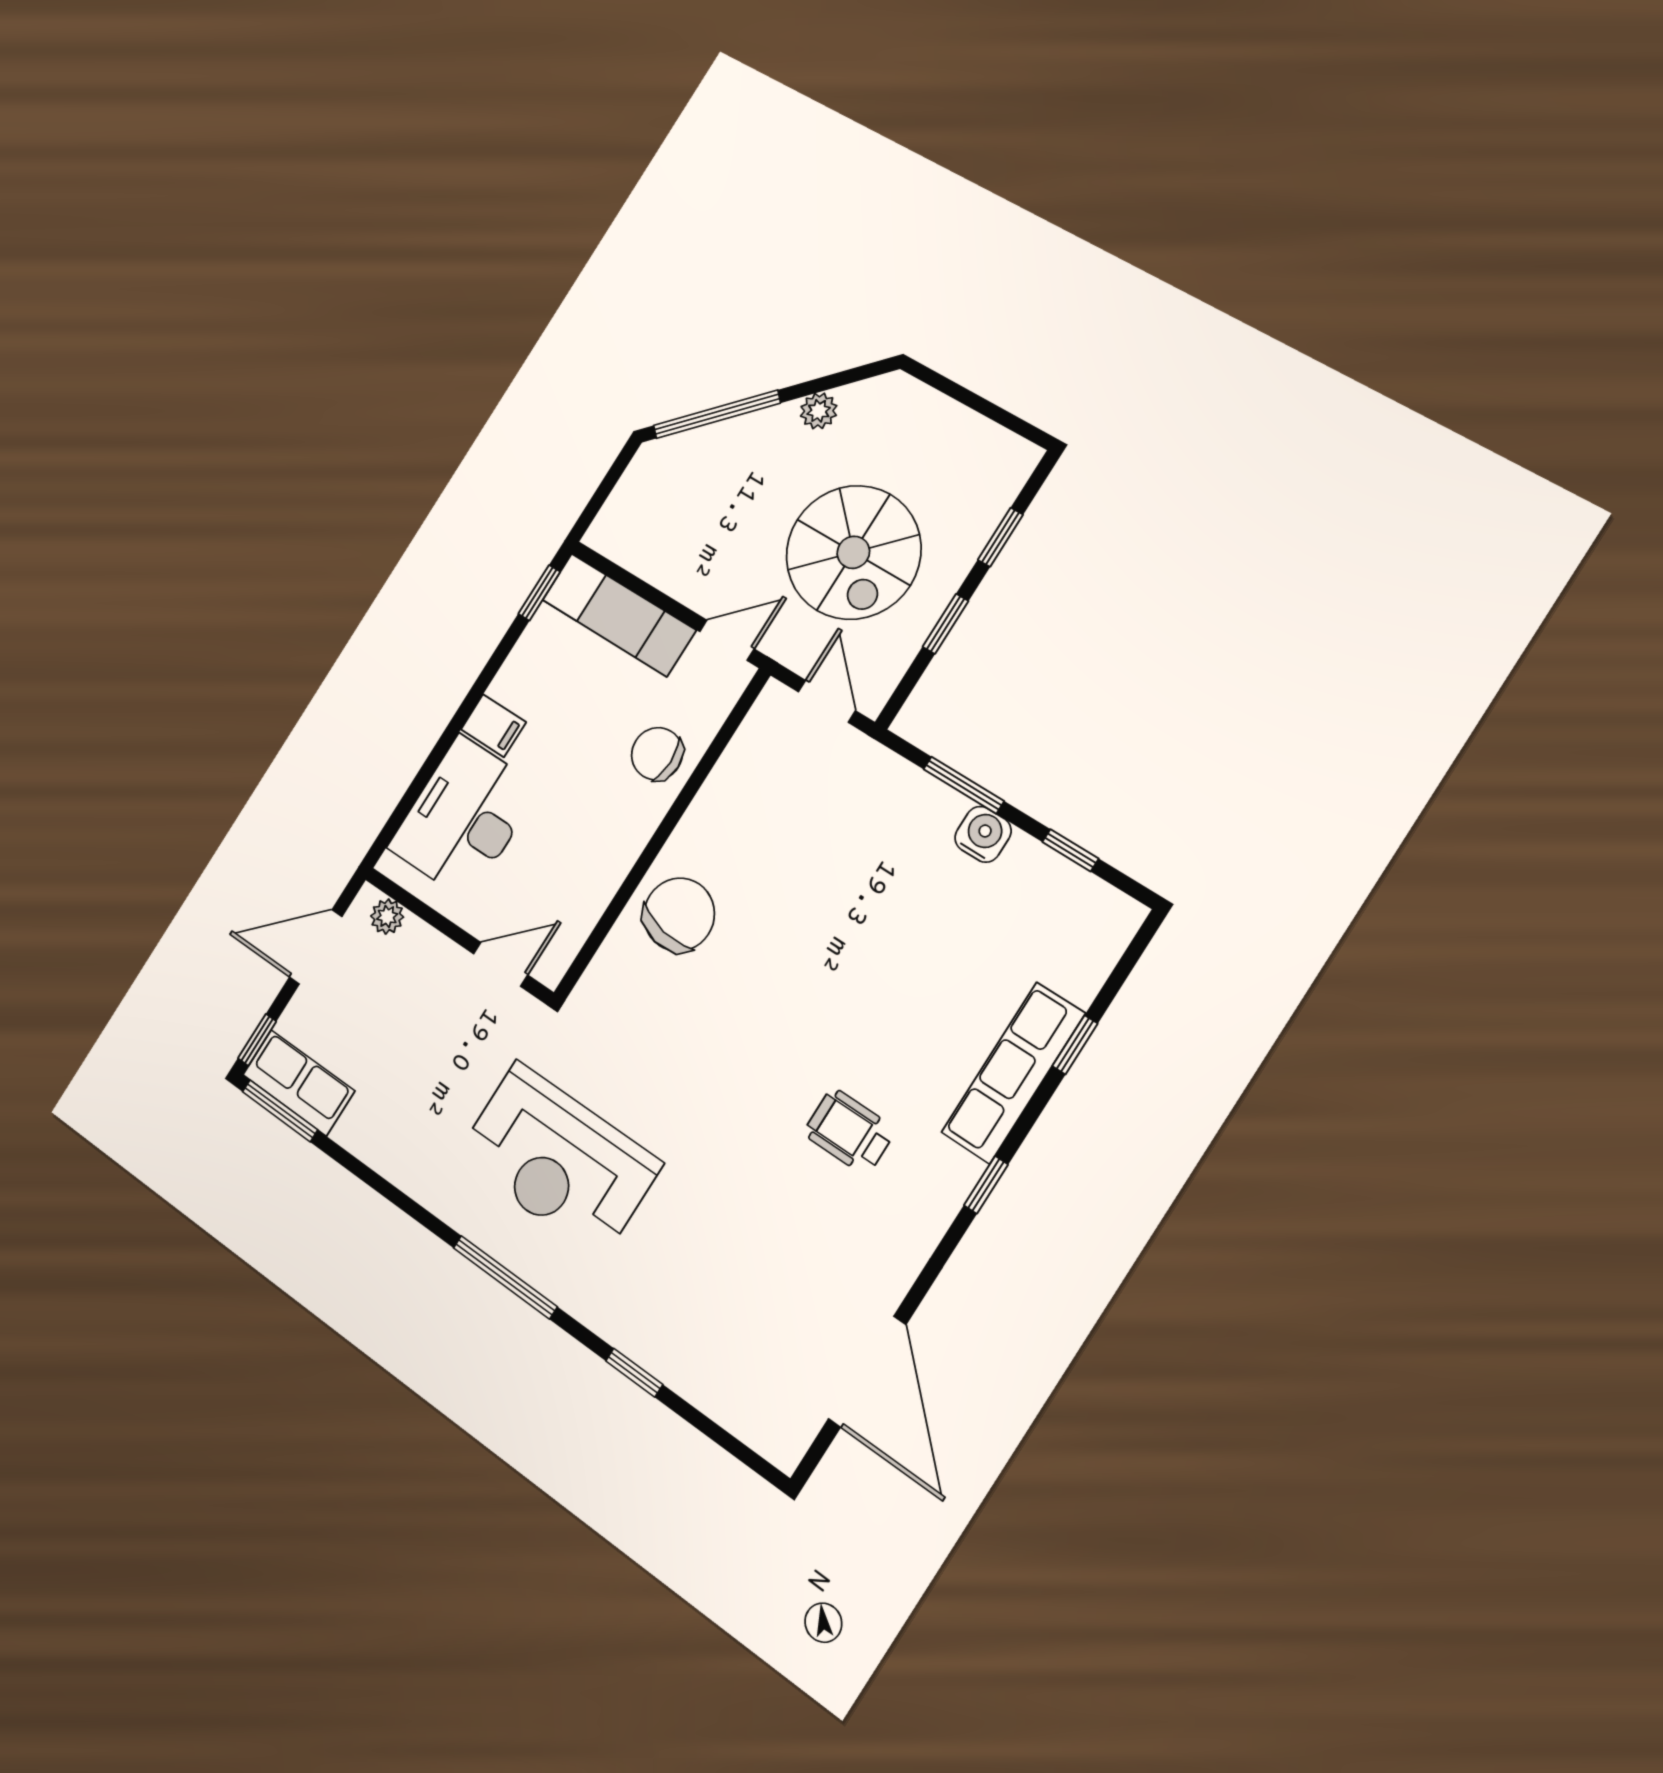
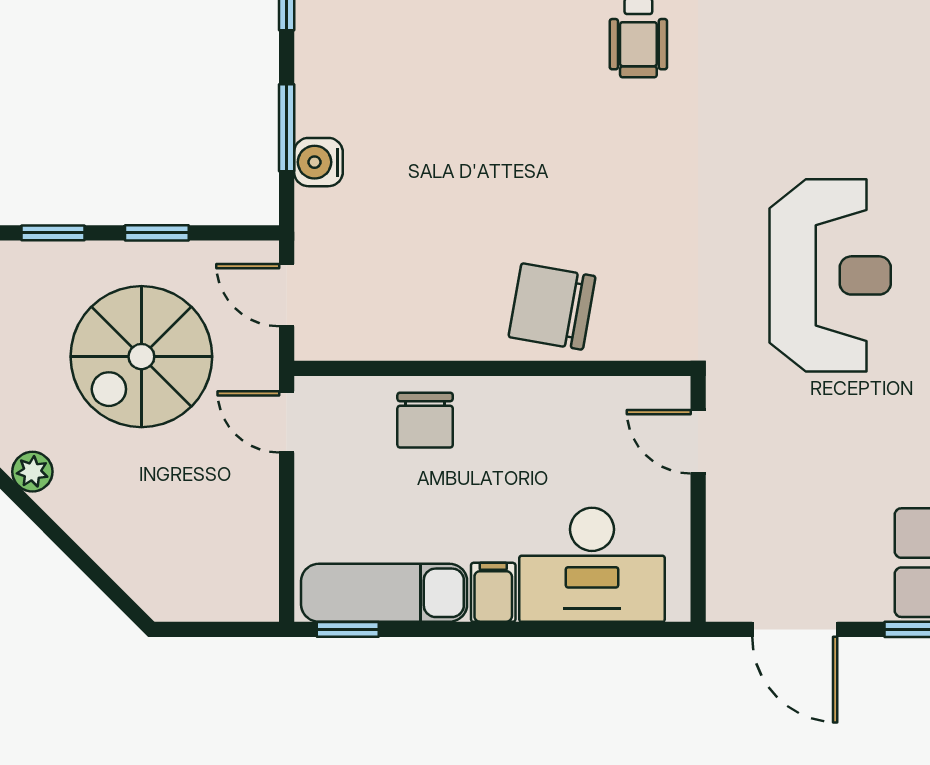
window: (717, 414) -> (89, 567), removed
spiral stairs: (853, 552) -> (141, 357), turned 180
exam couch: (619, 615) -> (384, 593), moved, turned -90
door: (827, 701) -> (287, 295), hinge flipped
water cooler: (983, 834) -> (318, 162), moved
plant: (387, 917) -> (724, 578), removed

